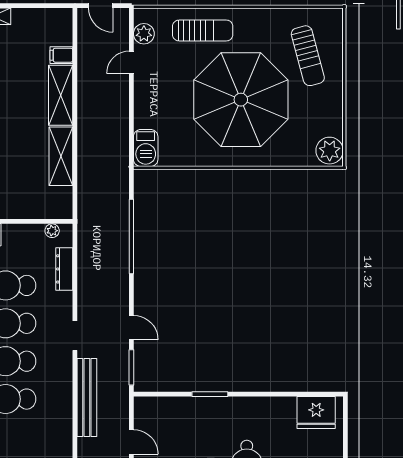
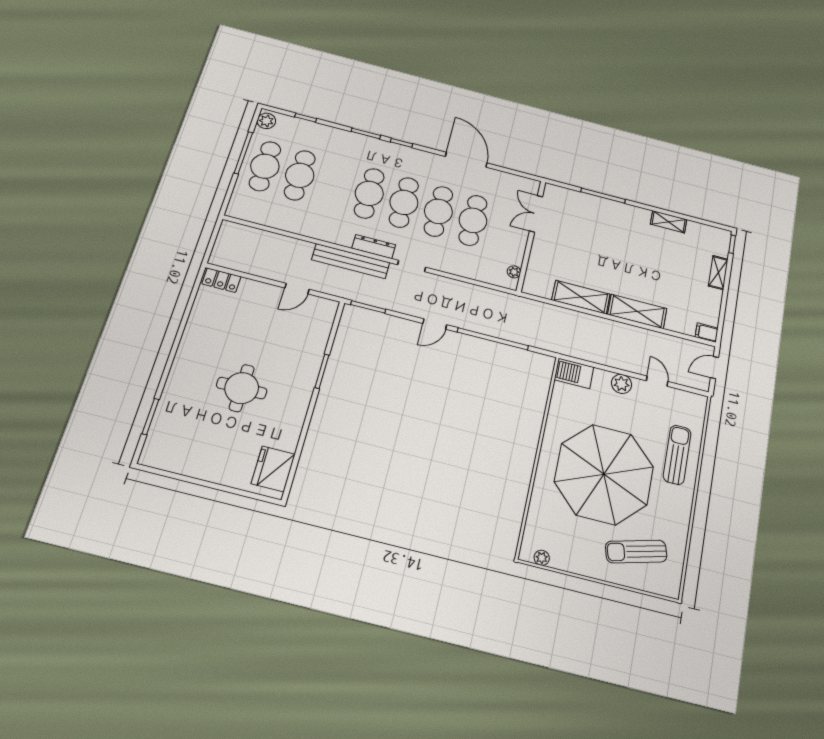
sun lounger: (203, 30) -> (677, 455), turned 180
plant: (144, 34) -> (622, 384), moved
filing cabinet: (61, 55) -> (707, 333), moved, turned -90
plant: (330, 151) -> (542, 558), width x0.53, depth x0.53
dresser: (64, 269) -> (374, 247), moved
door: (131, 328) -> (435, 324), moved

